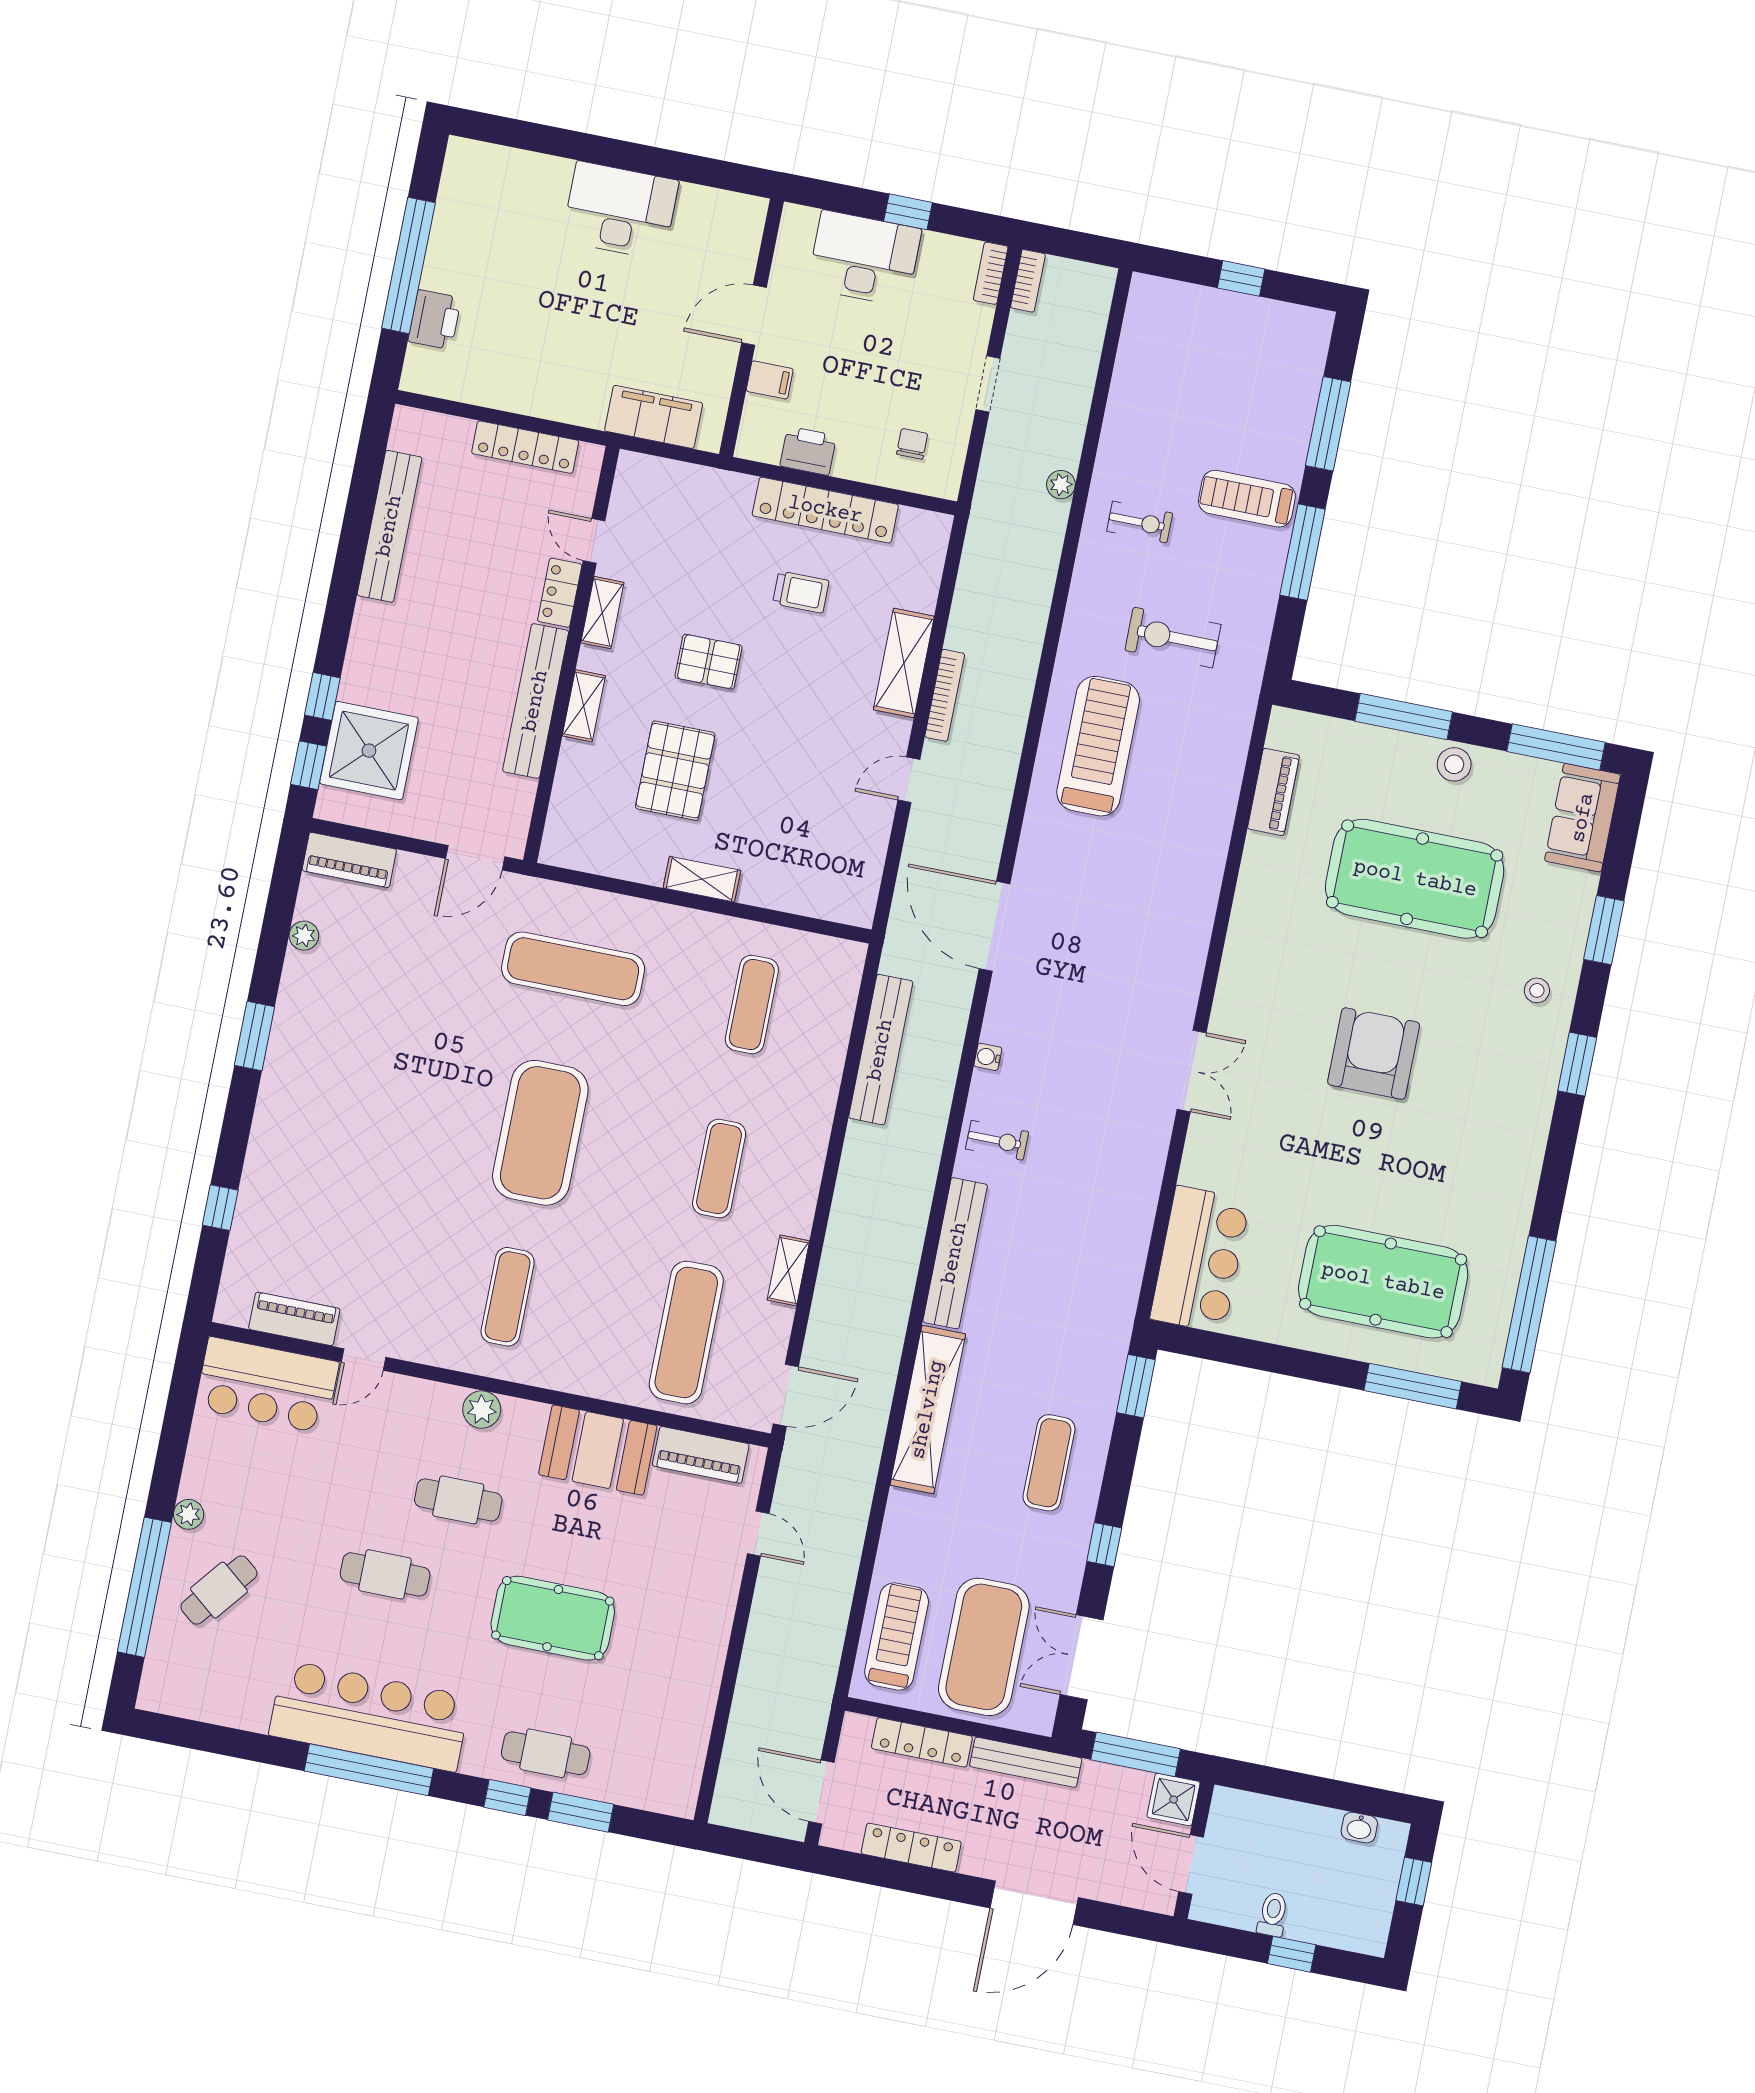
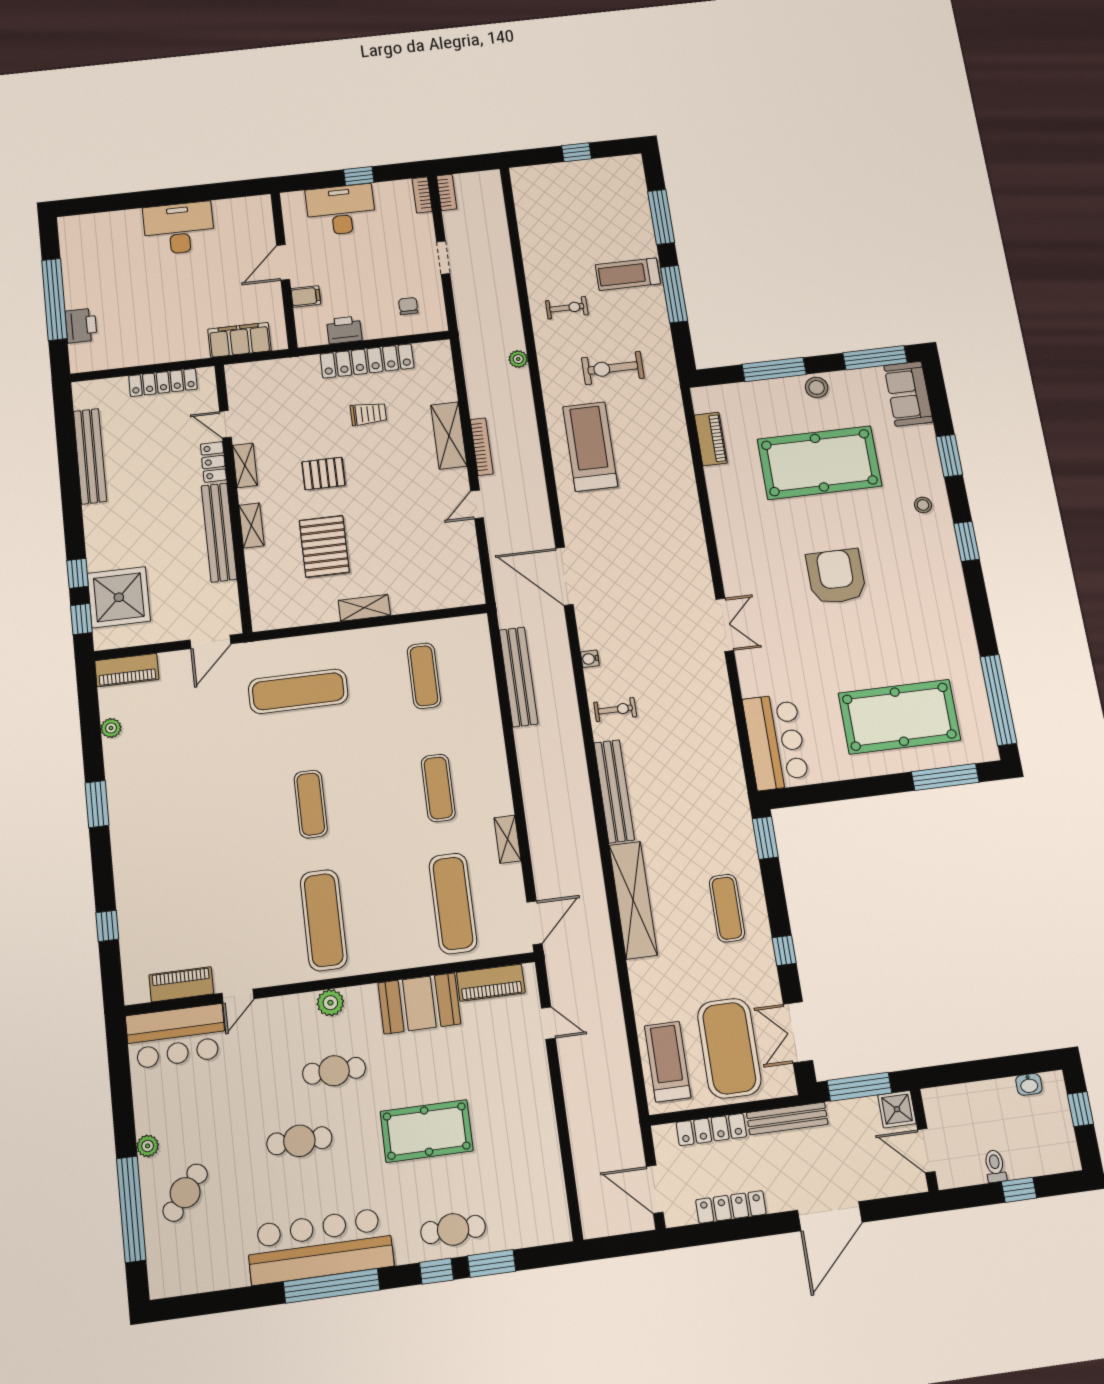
plant: (1061, 485) -> (518, 359), moved
exercise mat: (540, 1133) -> (311, 804), width x0.50, depth x0.69
exercise mat: (508, 1297) -> (324, 920), width x1.36, depth x1.45

